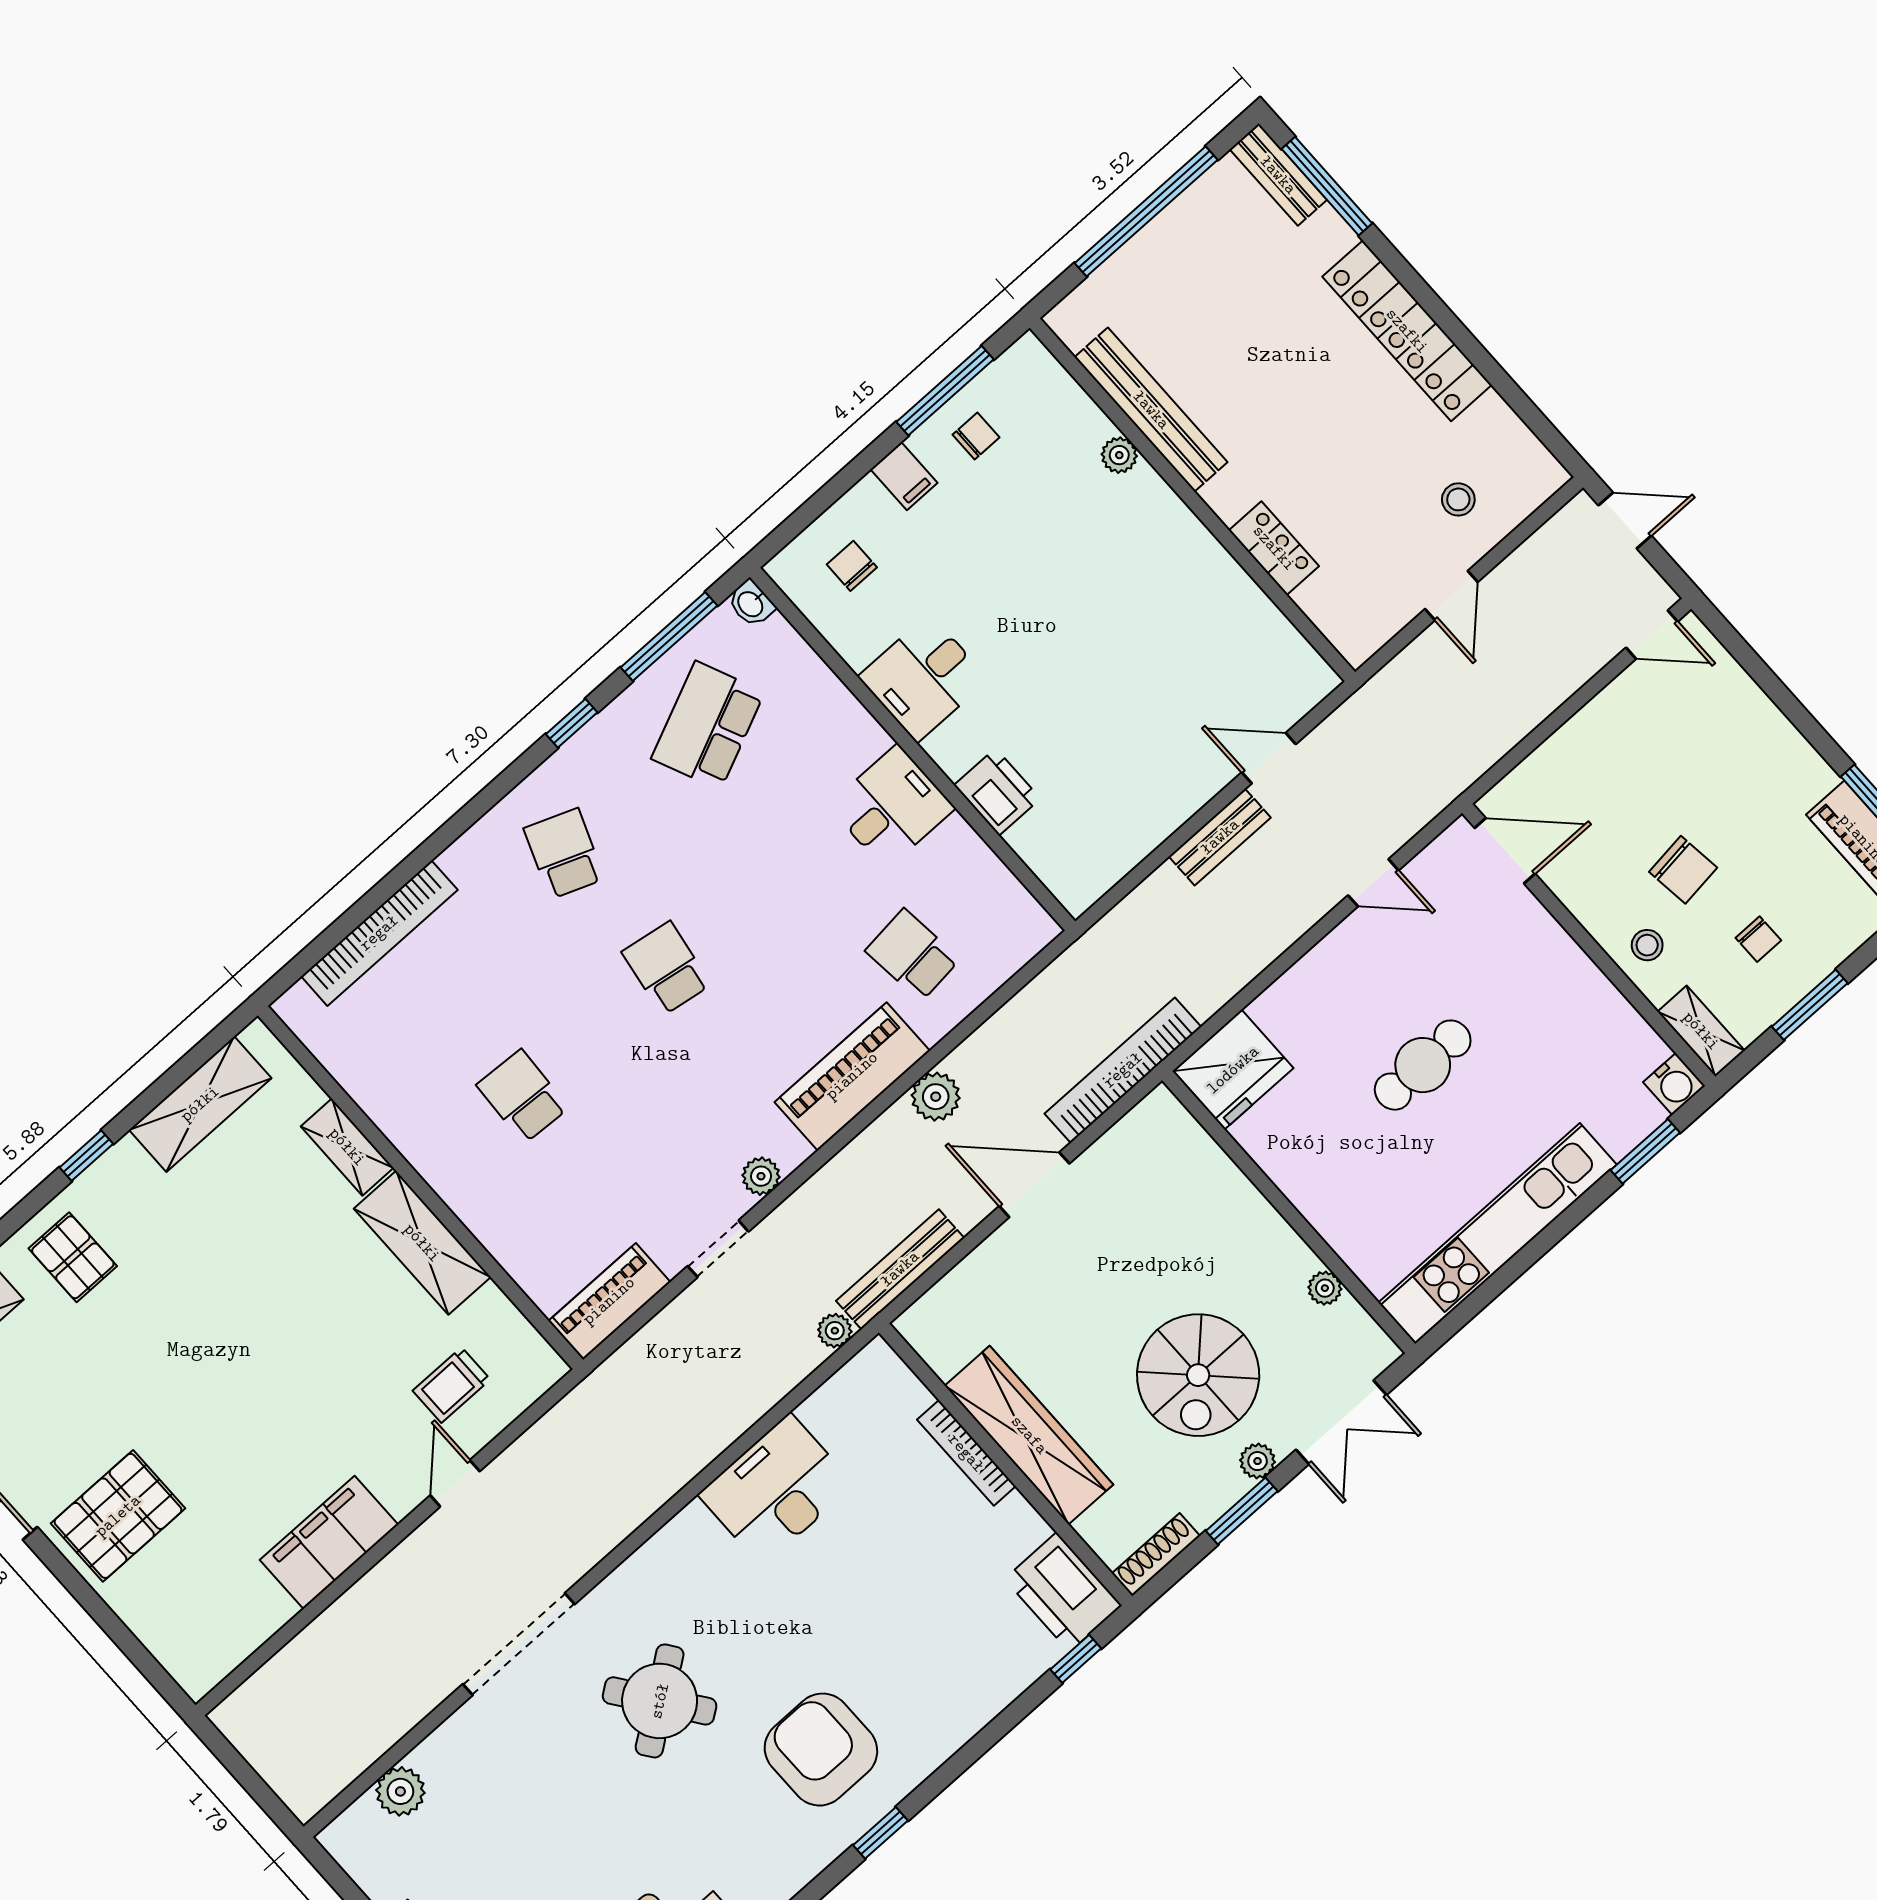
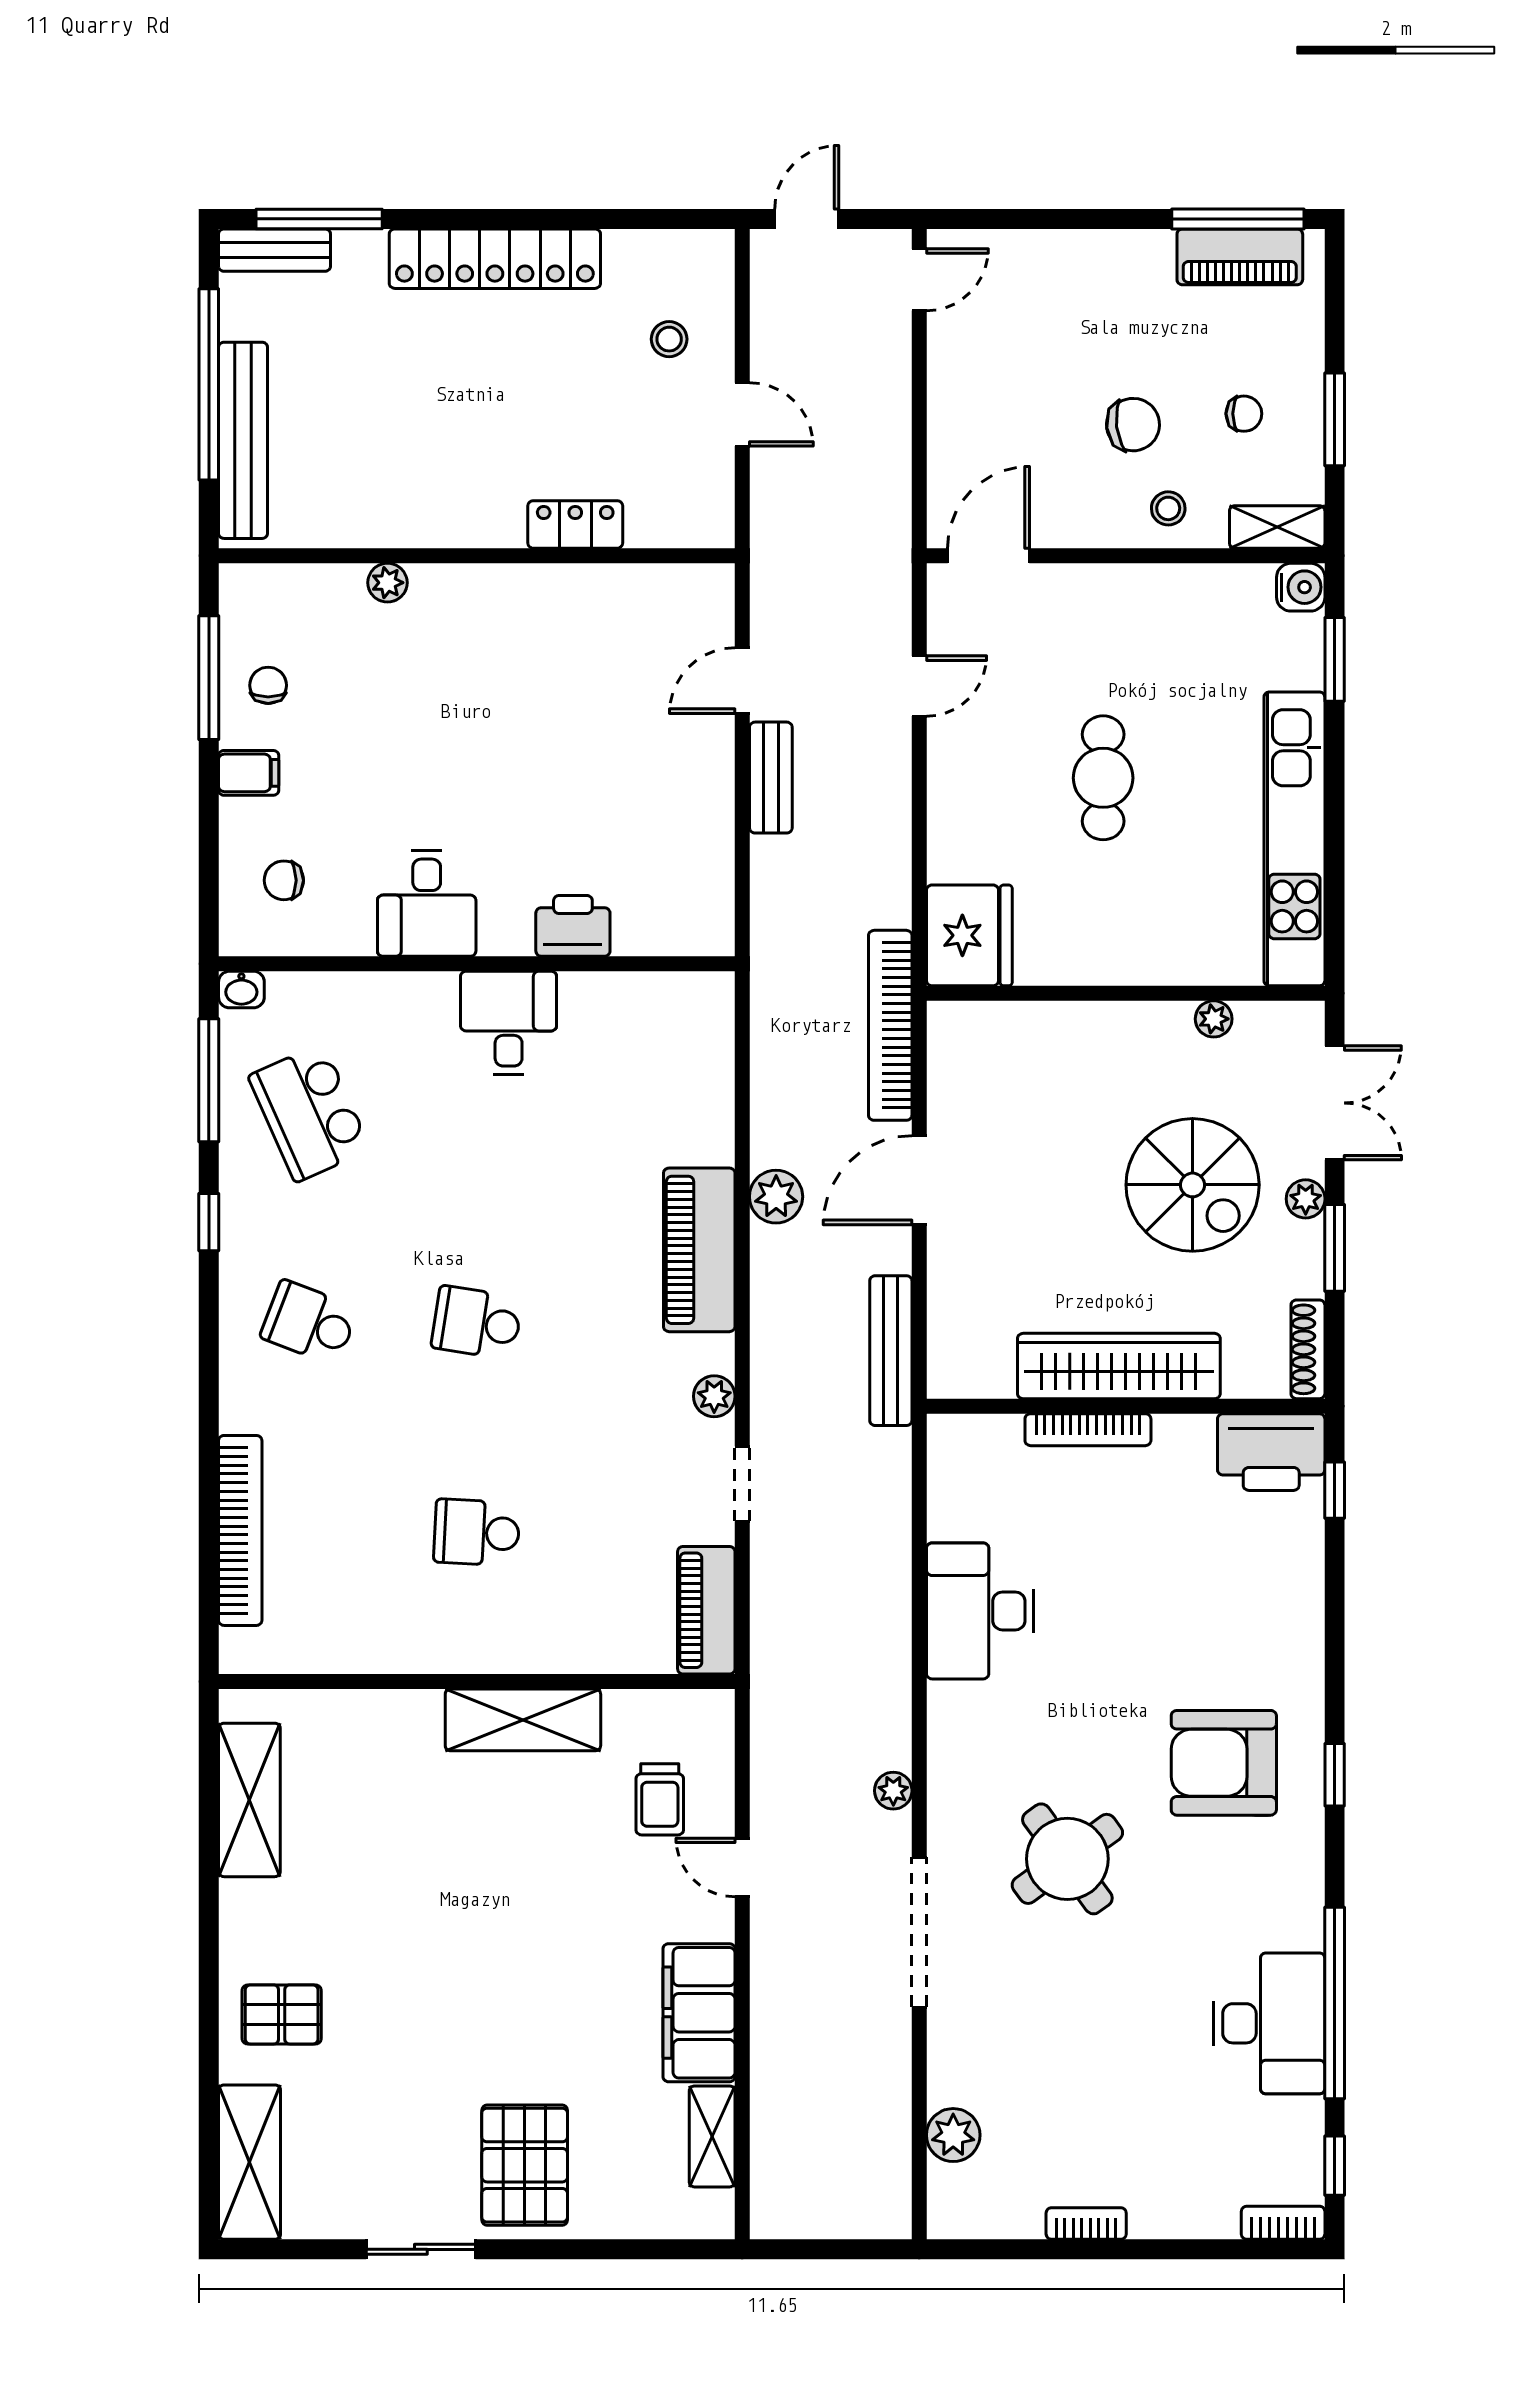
bench: (1151, 410) -> (243, 440), moved, turned 90
school desk: (913, 955) -> (644, 1113), removed
shelving: (347, 1147) -> (712, 2136), moved, turned 90
window: (86, 1156) -> (209, 1930), removed
plant: (835, 1331) -> (893, 1791), moved

